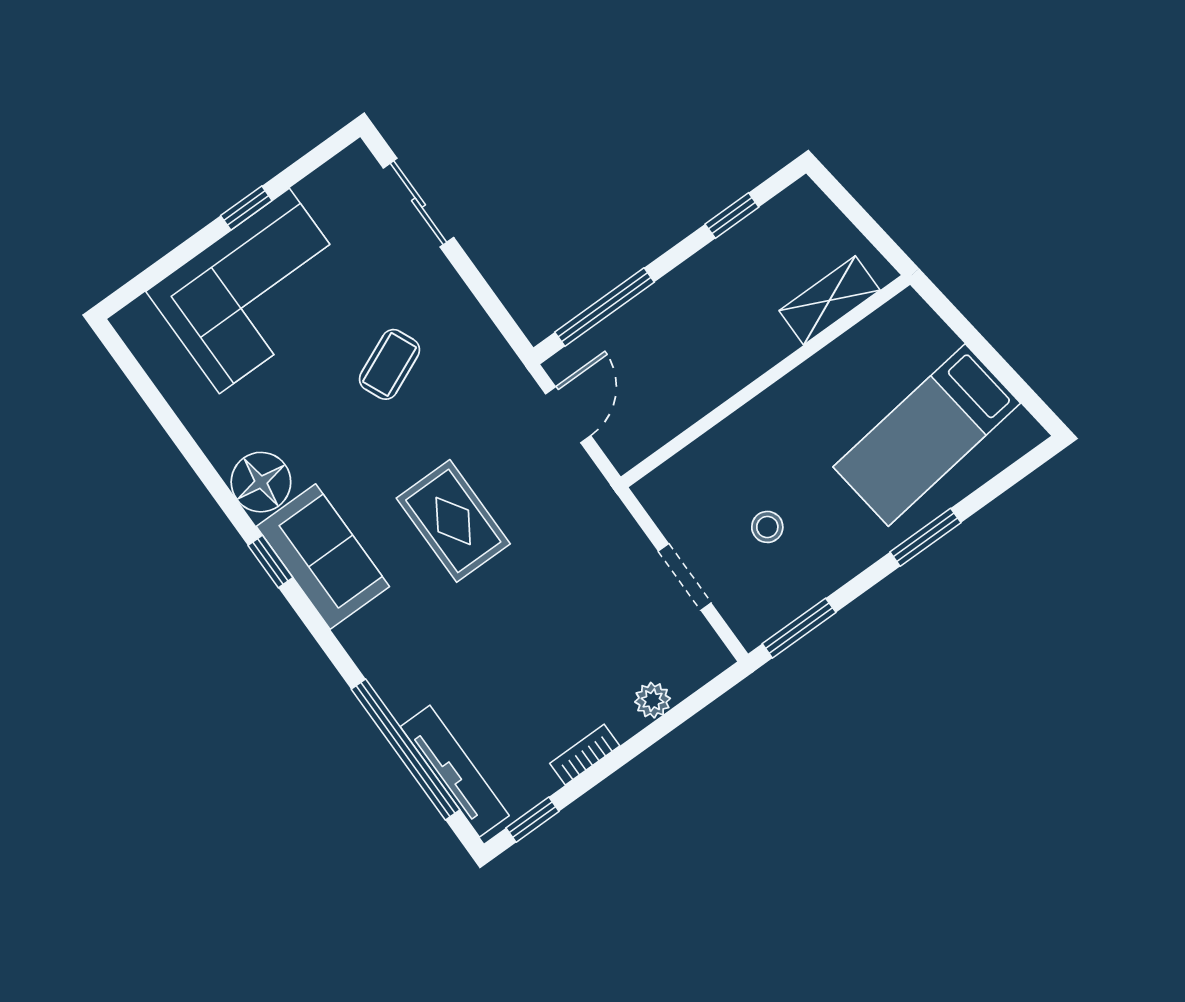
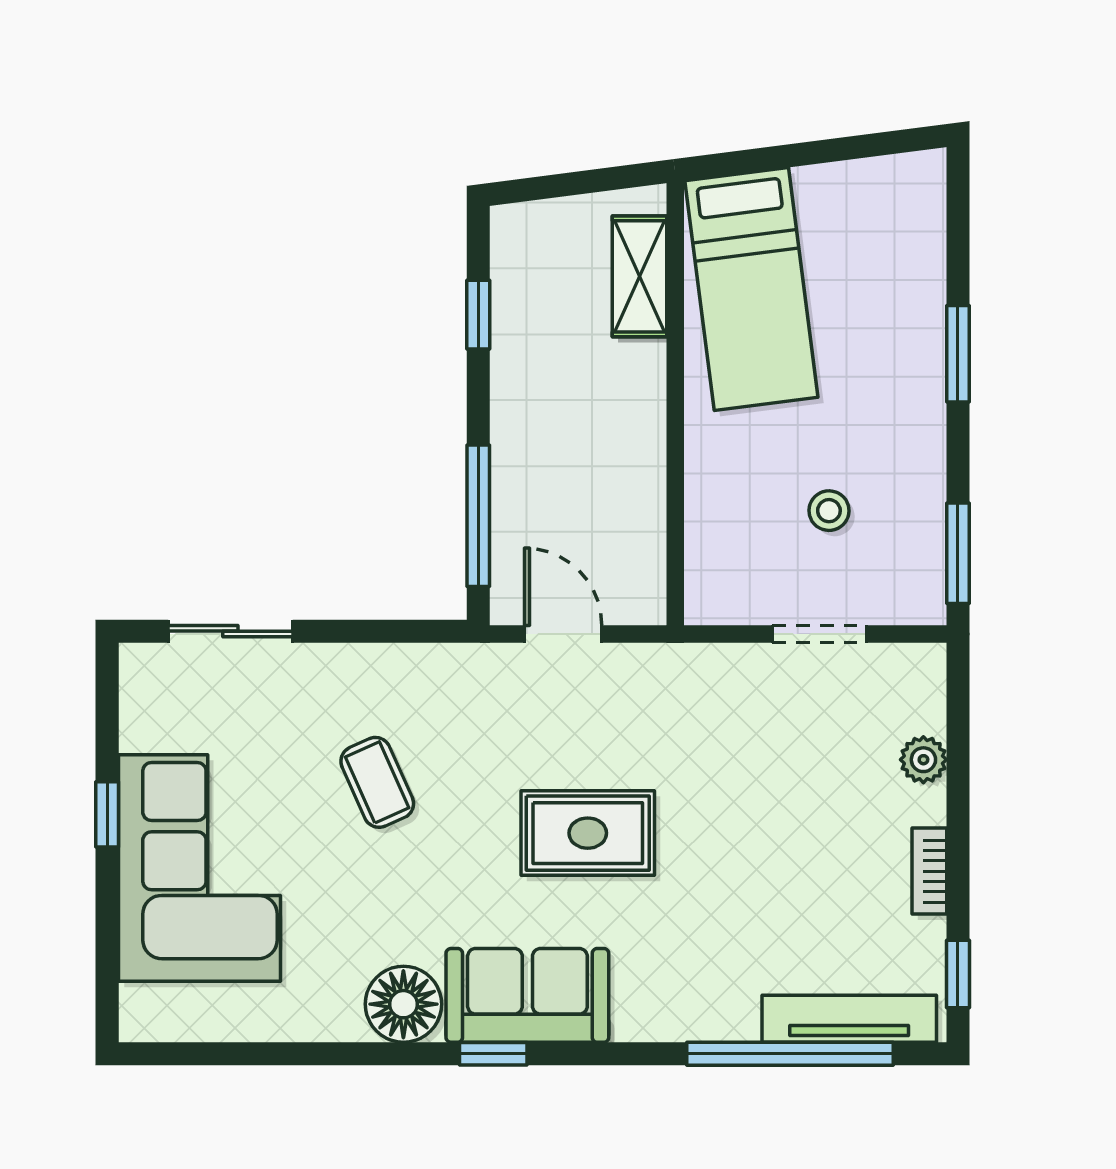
bed: (927, 435) -> (751, 289), moved

